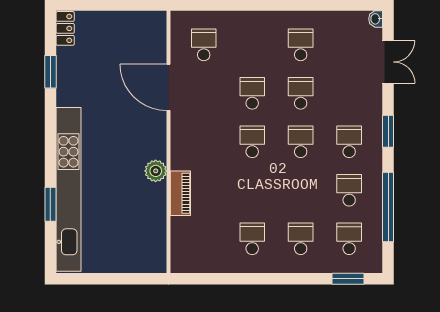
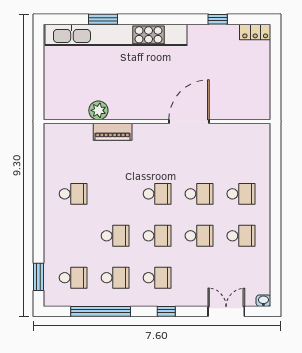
school desk: (204, 45) -> (241, 194), moved
double door: (388, 62) -> (226, 311), swing flipped
window: (50, 72) -> (218, 19), width x0.67
door: (169, 87) -> (189, 121), moved
window: (388, 131) -> (166, 311), width x0.67
plant: (156, 171) -> (98, 110), moved
school desk: (301, 239) -> (115, 236), moved

